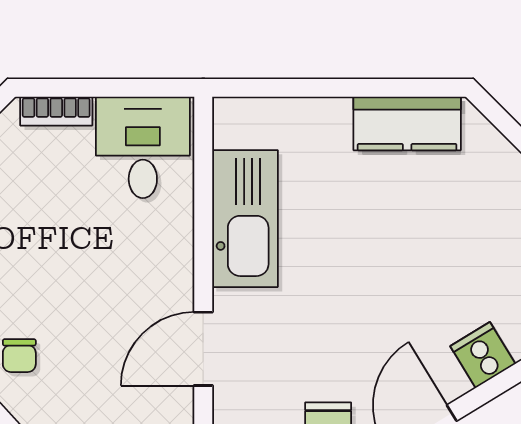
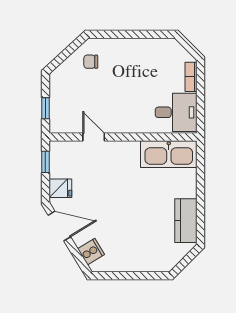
kitchen sink: (245, 219) -> (169, 154), moved
door: (203, 349) -> (94, 137), width x0.73

